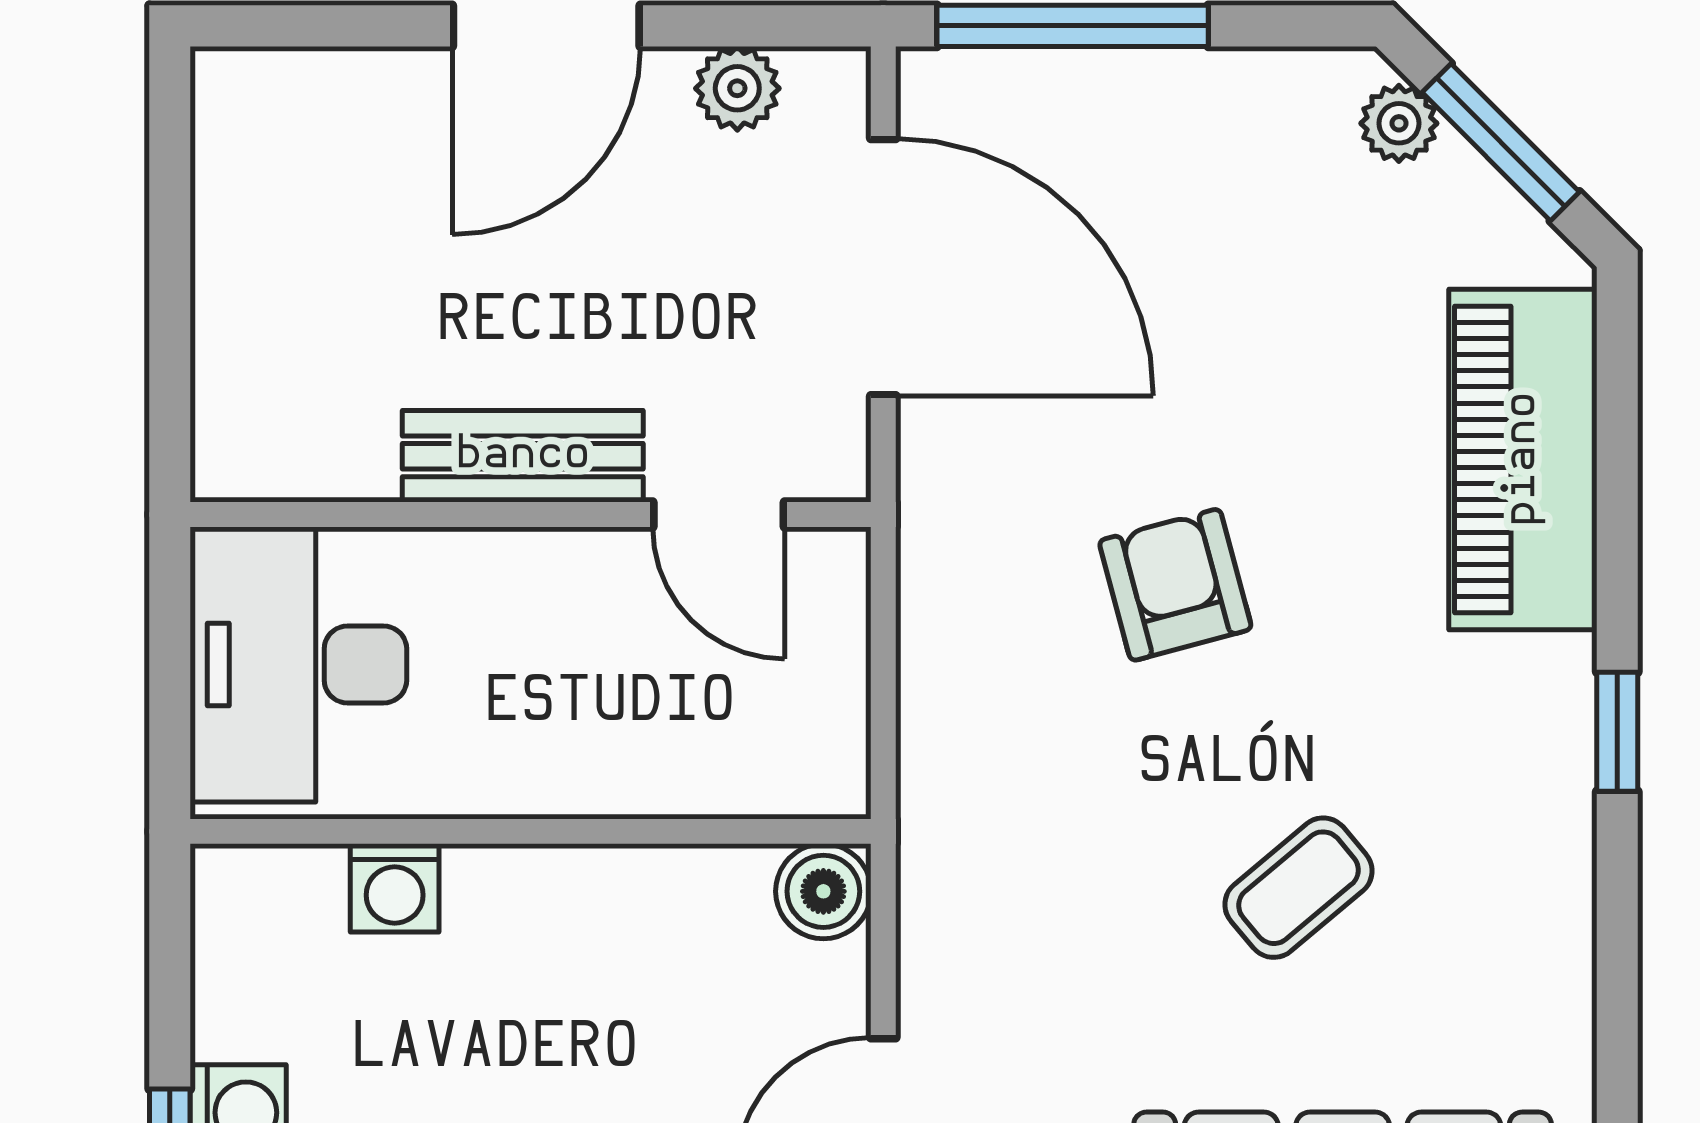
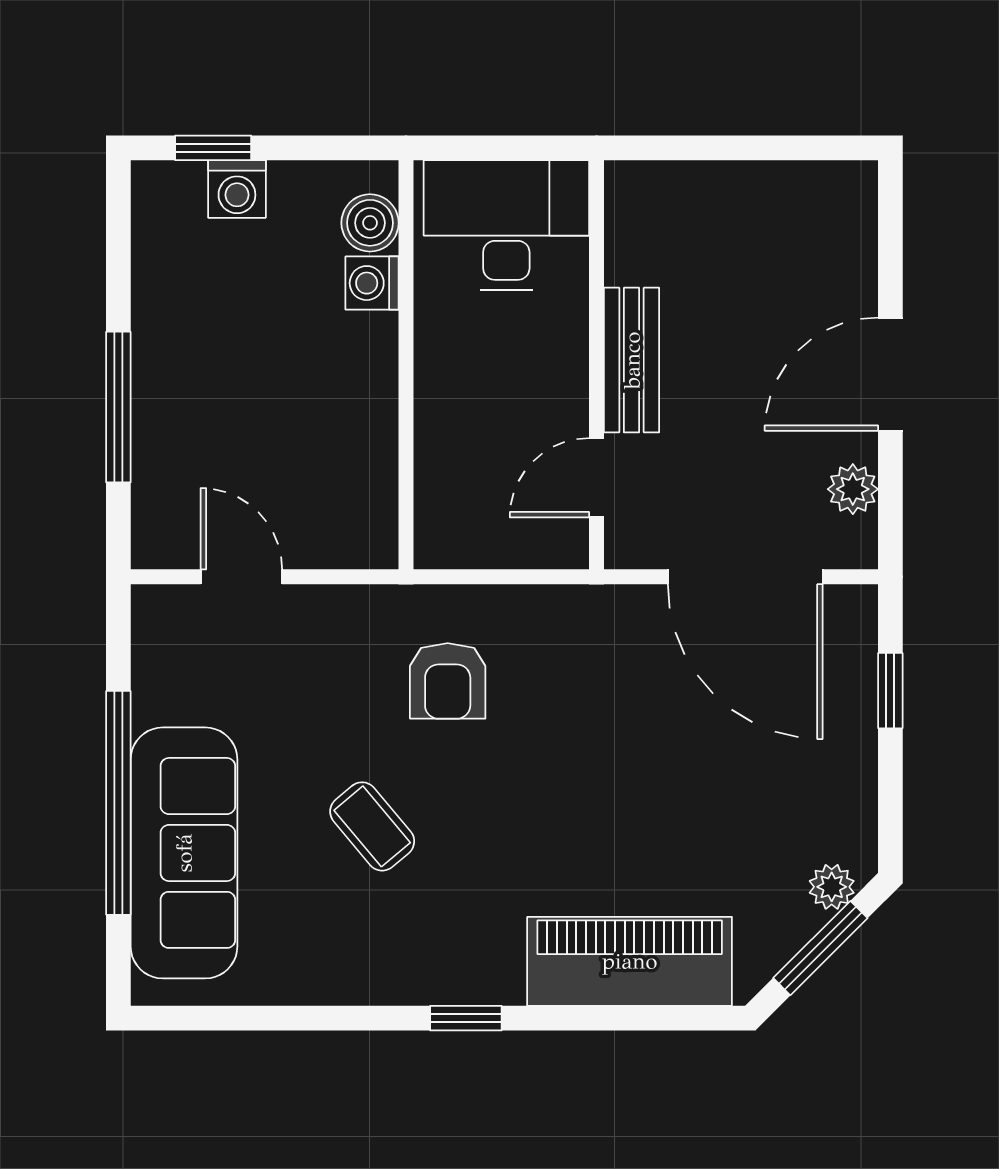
door: (546, 26) -> (890, 374), hinge flipped
window: (1073, 26) -> (890, 691), width x0.46
door: (883, 267) -> (745, 577), hinge flipped
armchair: (1175, 585) -> (448, 681), moved, turned 105
boiler: (823, 891) -> (370, 223), moved

